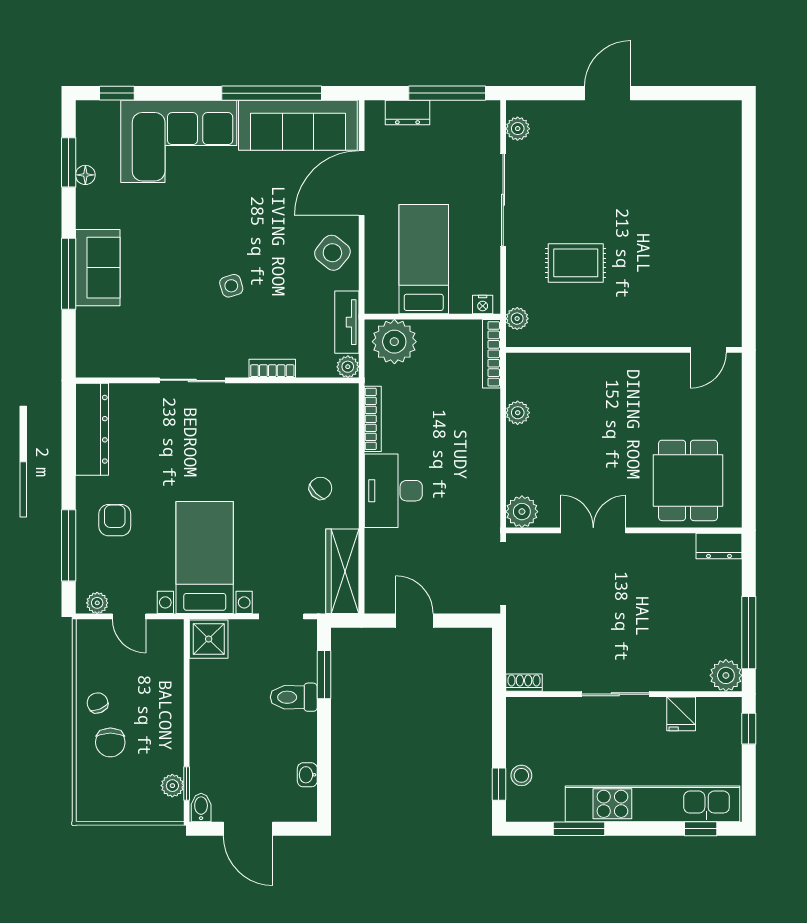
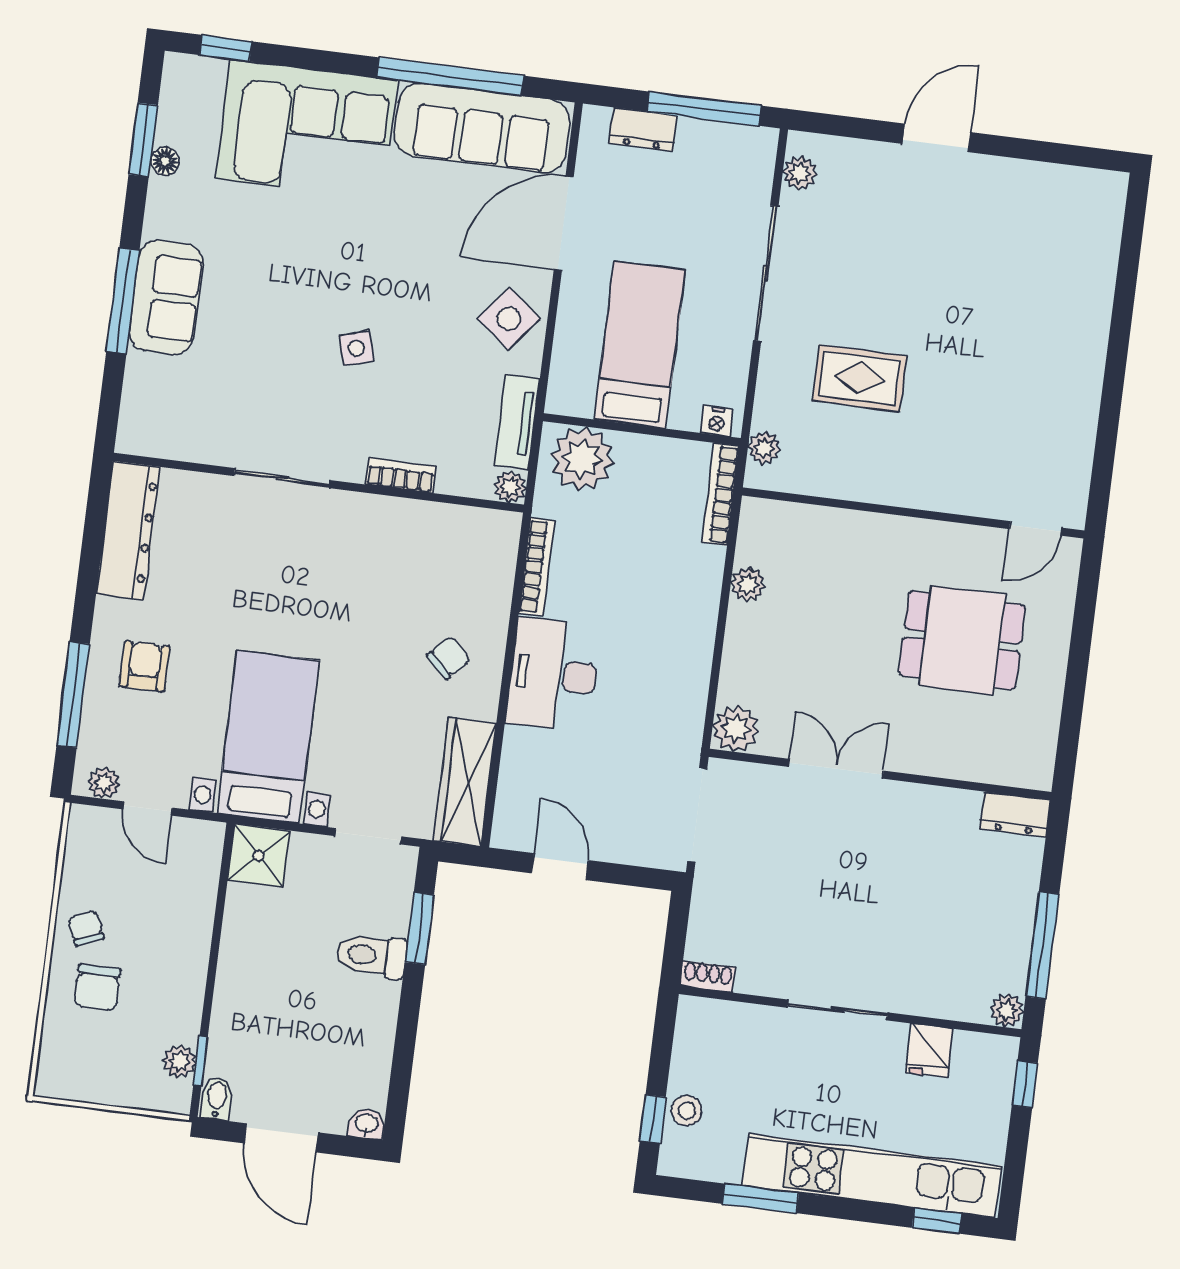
dining table: (688, 480) -> (962, 640), moved, turned 90
plant: (726, 675) -> (1007, 1010), width x0.73, depth x0.73
washbasin: (307, 775) -> (367, 1124), moved, turned 90

